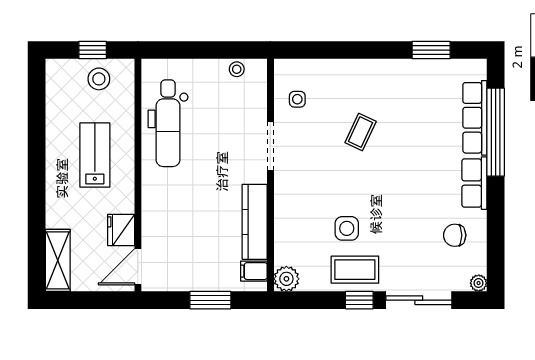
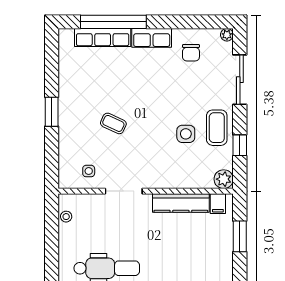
window: (431, 50) -> (52, 112), moved
window: (359, 300) -> (240, 145), moved

